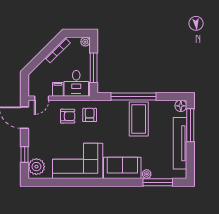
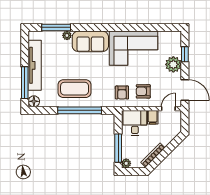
window: (94, 68) -> (118, 148), moved
coffee table: (139, 119) -> (75, 89), turned 90
plant: (36, 167) -> (173, 64), moved

